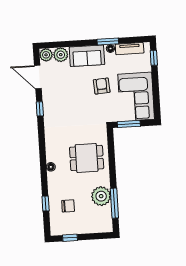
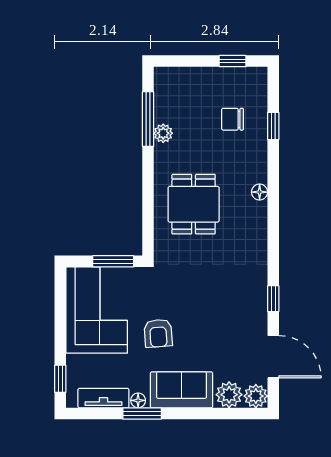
dining table: (87, 158) -> (194, 204), turned 90
plant: (101, 196) -> (163, 133), width x0.53, depth x0.53

